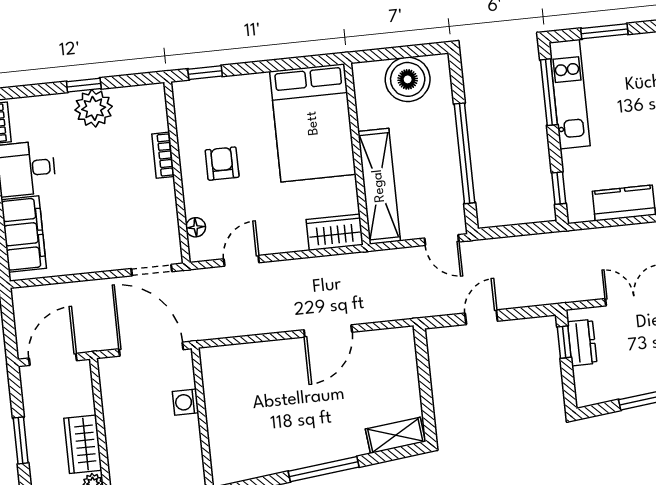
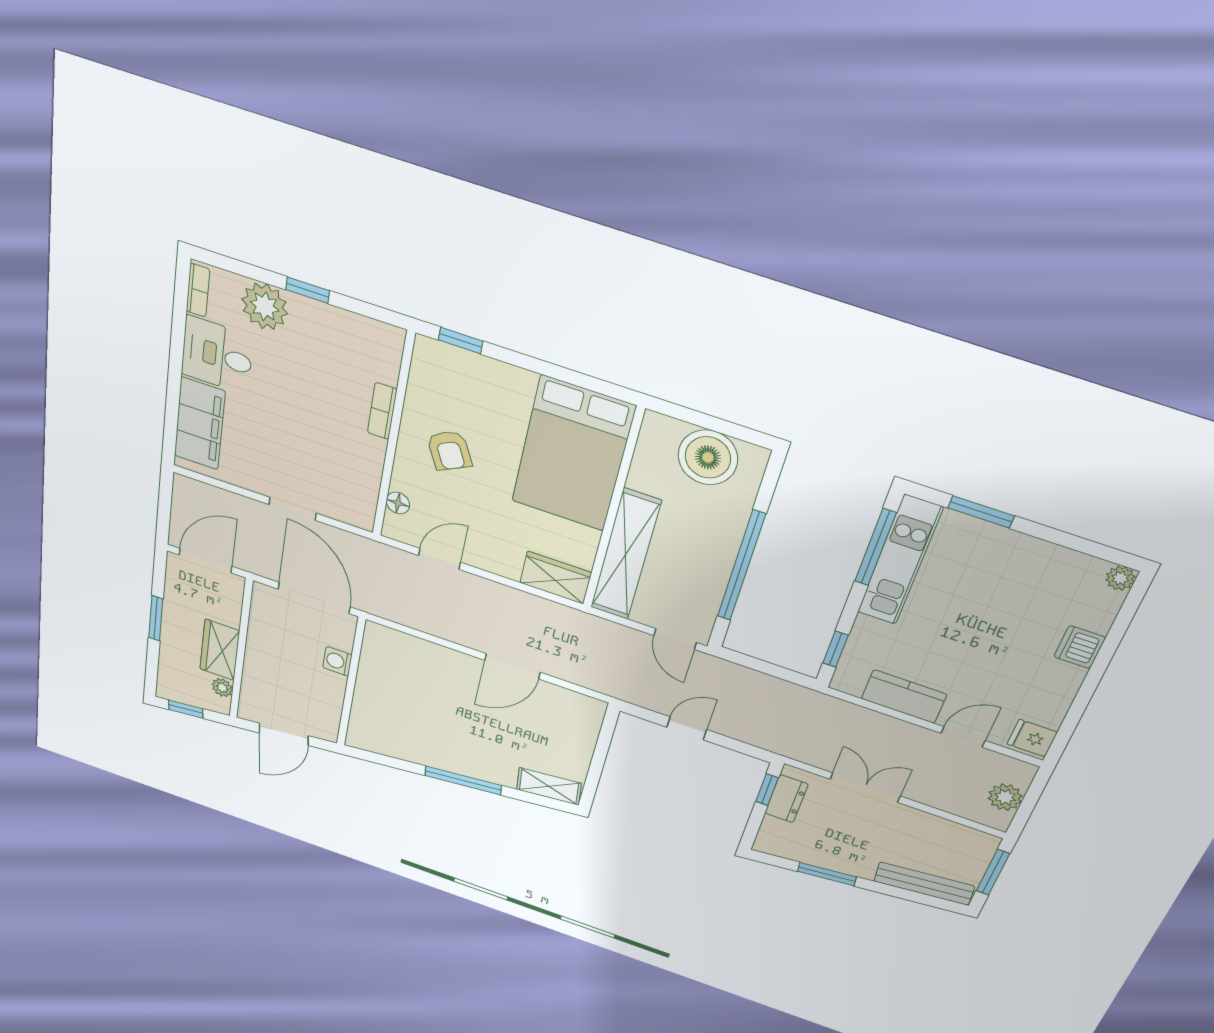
plant: (94, 108) -> (265, 306), moved
armchair: (222, 164) -> (449, 451), turned 153
doorway: (152, 270) -> (293, 509), moved

